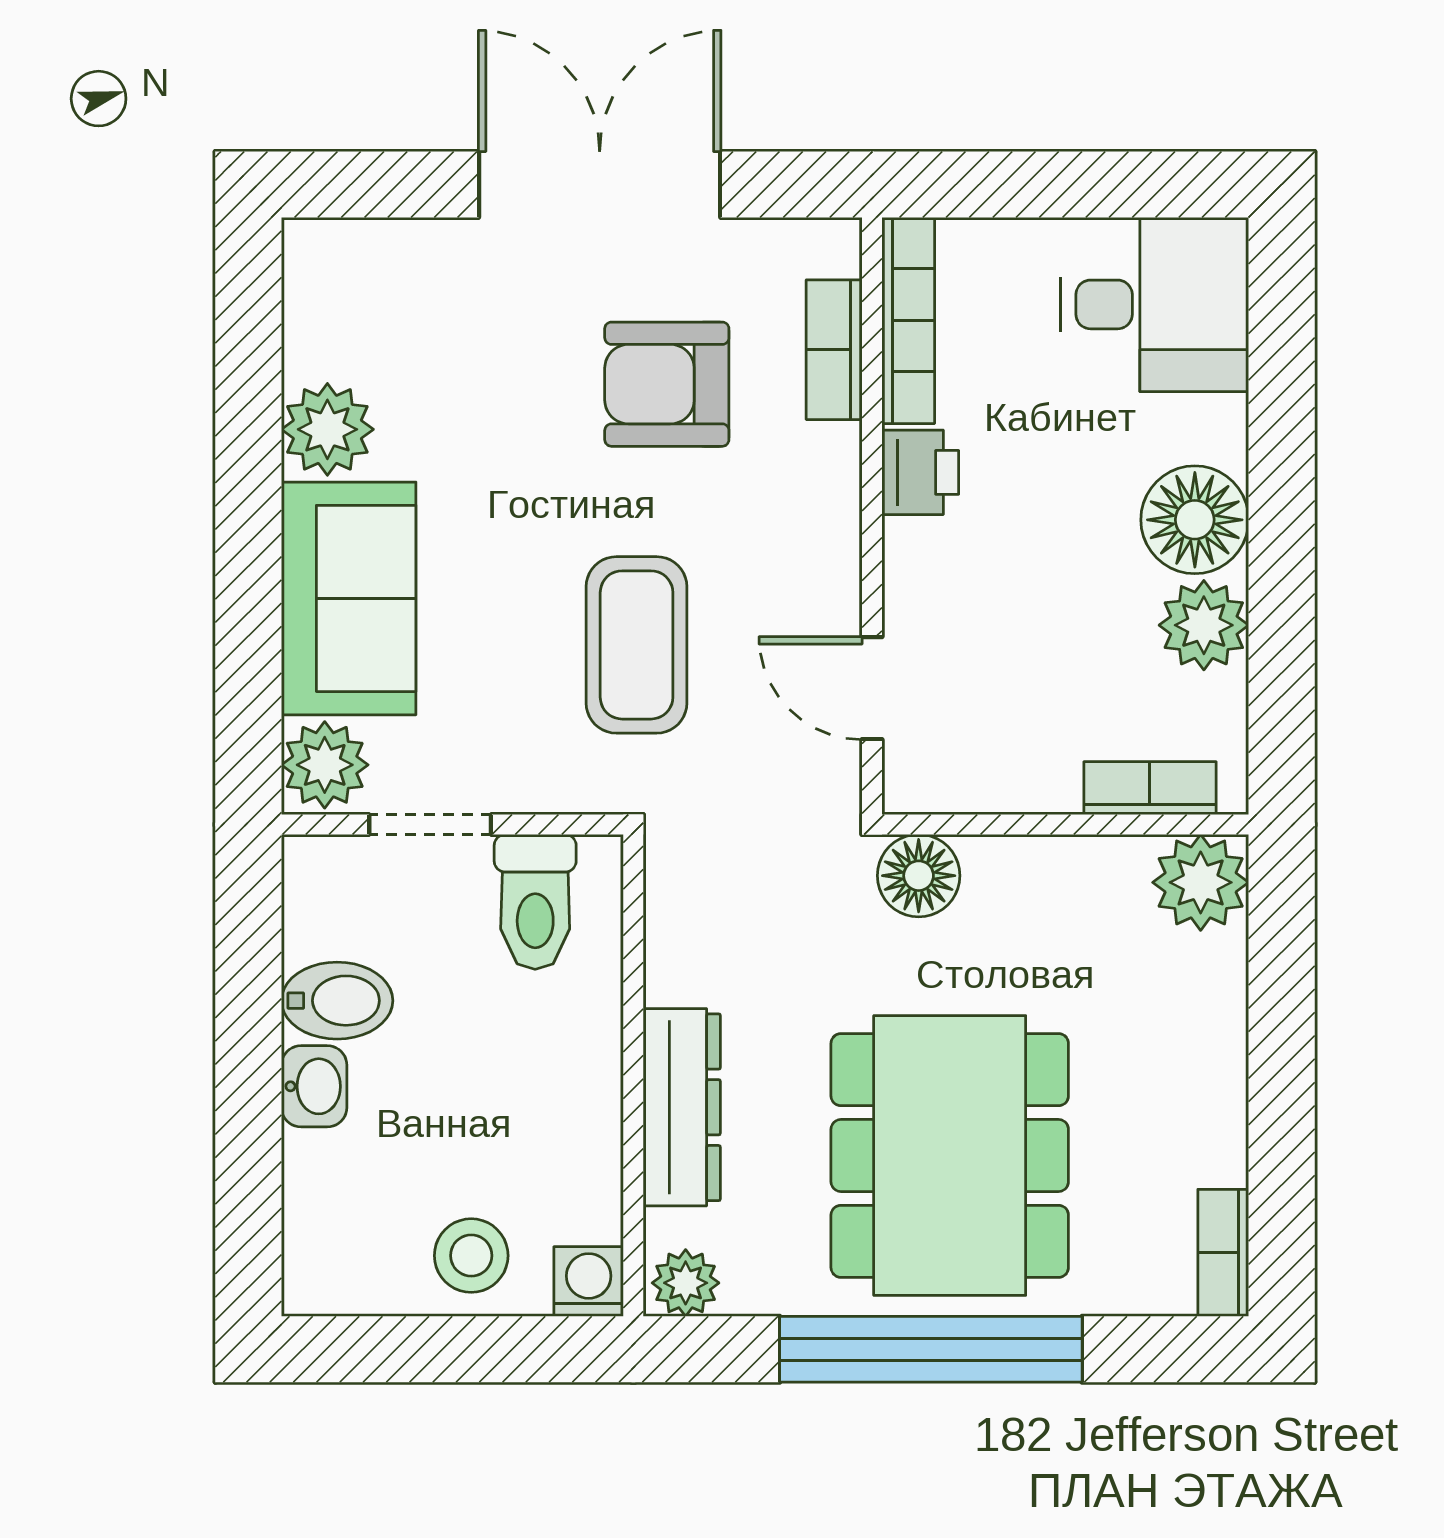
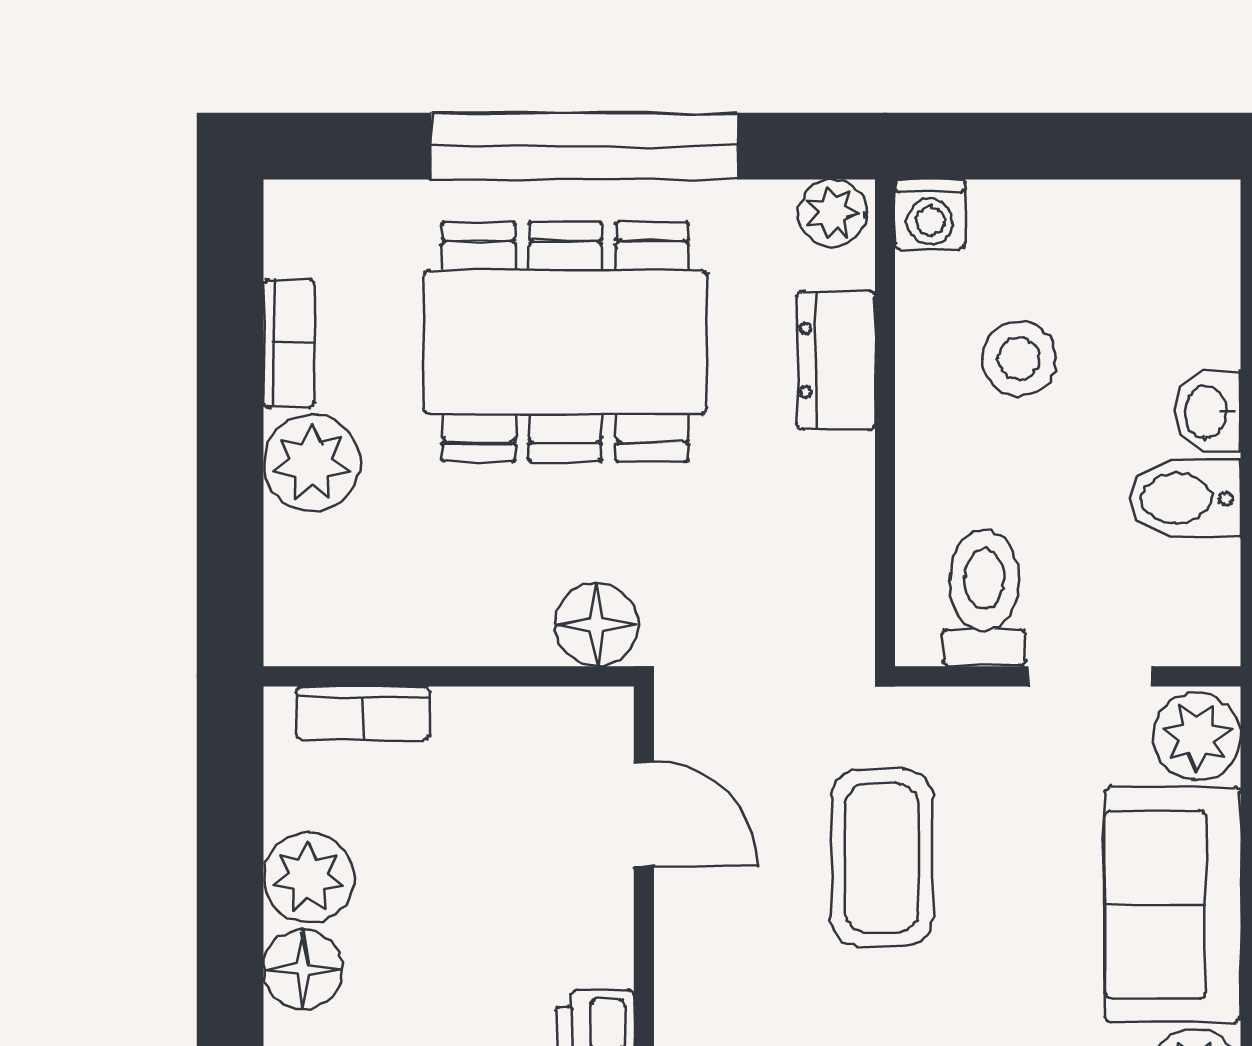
floor lamp: (1195, 520) -> (303, 969), width x0.73, depth x0.73
plant: (1201, 882) -> (312, 463), moved
dresser: (682, 1107) -> (836, 360), width x0.70
dining table: (950, 1155) -> (565, 342), turned 90
bookcase: (1223, 1253) -> (289, 343), moved
stool: (471, 1256) -> (1019, 359), moved

